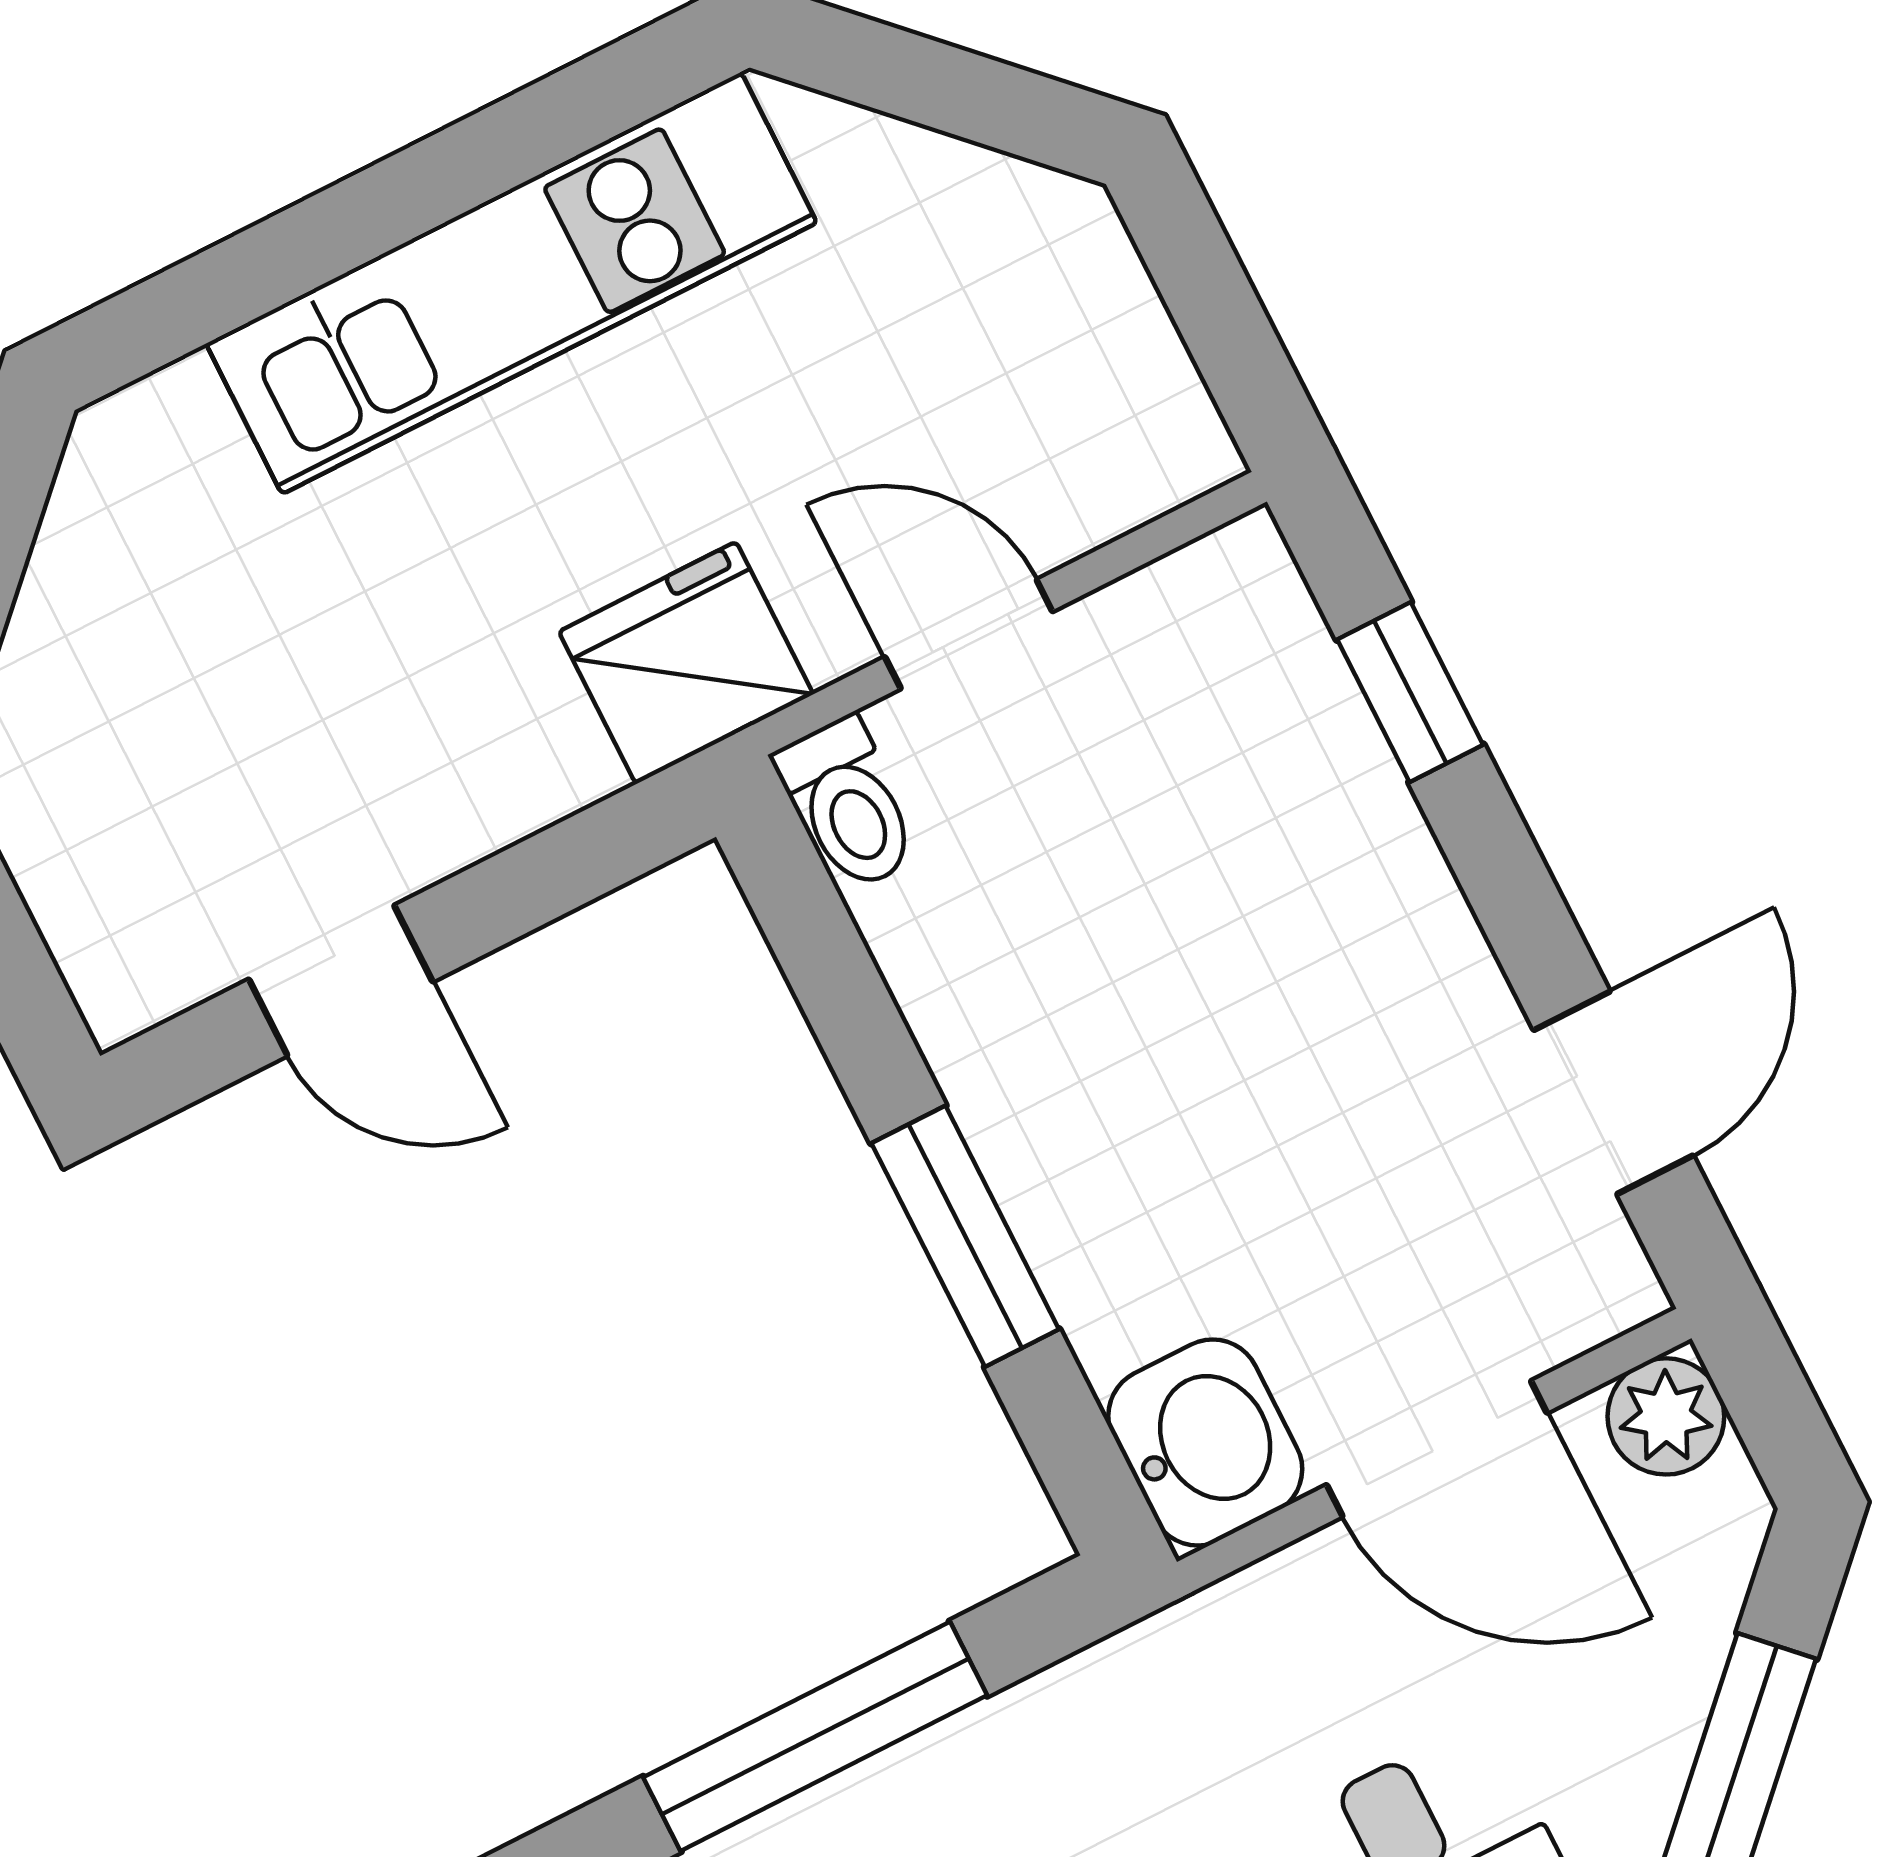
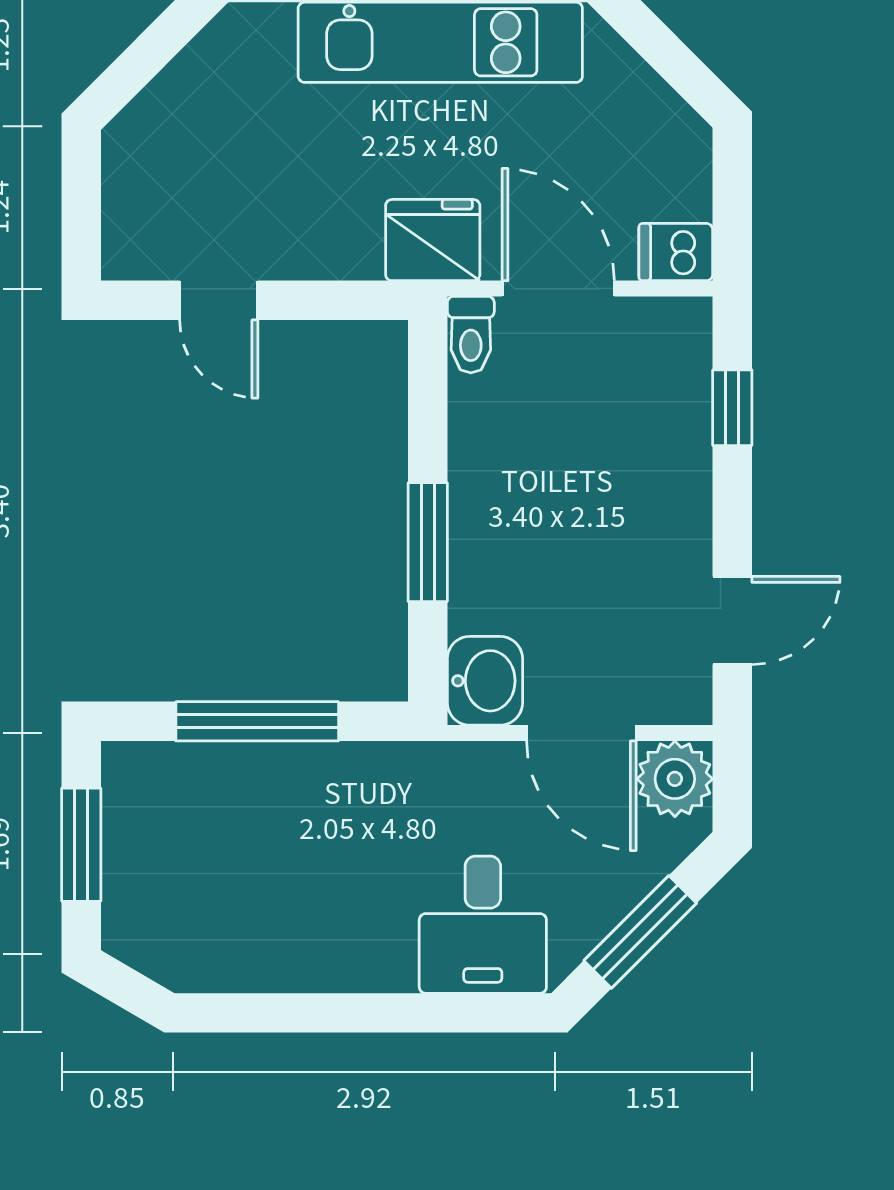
dishwasher: (1155, 453) -> (676, 252), added
door: (969, 634) -> (558, 289), width x1.37
plant: (1666, 1416) -> (675, 779), width x1.38, depth x1.38

